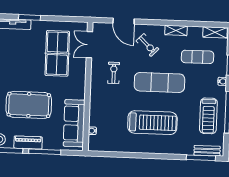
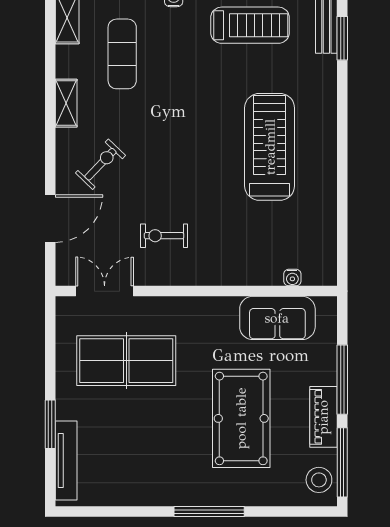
double door: (89, 45) -> (105, 291), swing flipped
exercise mat: (159, 82) -> (181, 135), removed
sofa: (74, 123) -> (277, 318), width x0.73
window: (201, 158) -> (342, 38), width x0.69

